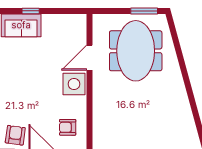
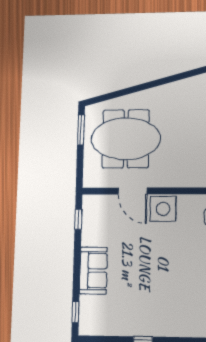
window: (31, 11) -> (78, 219), moved

